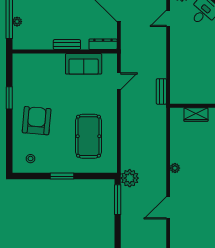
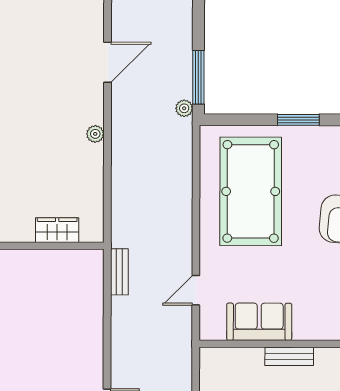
dresser: (103, 44) -> (224, 357), removed
pool table: (88, 136) -> (251, 191), width x1.36, depth x1.32
plant: (130, 178) -> (184, 108), width x0.53, depth x0.53

